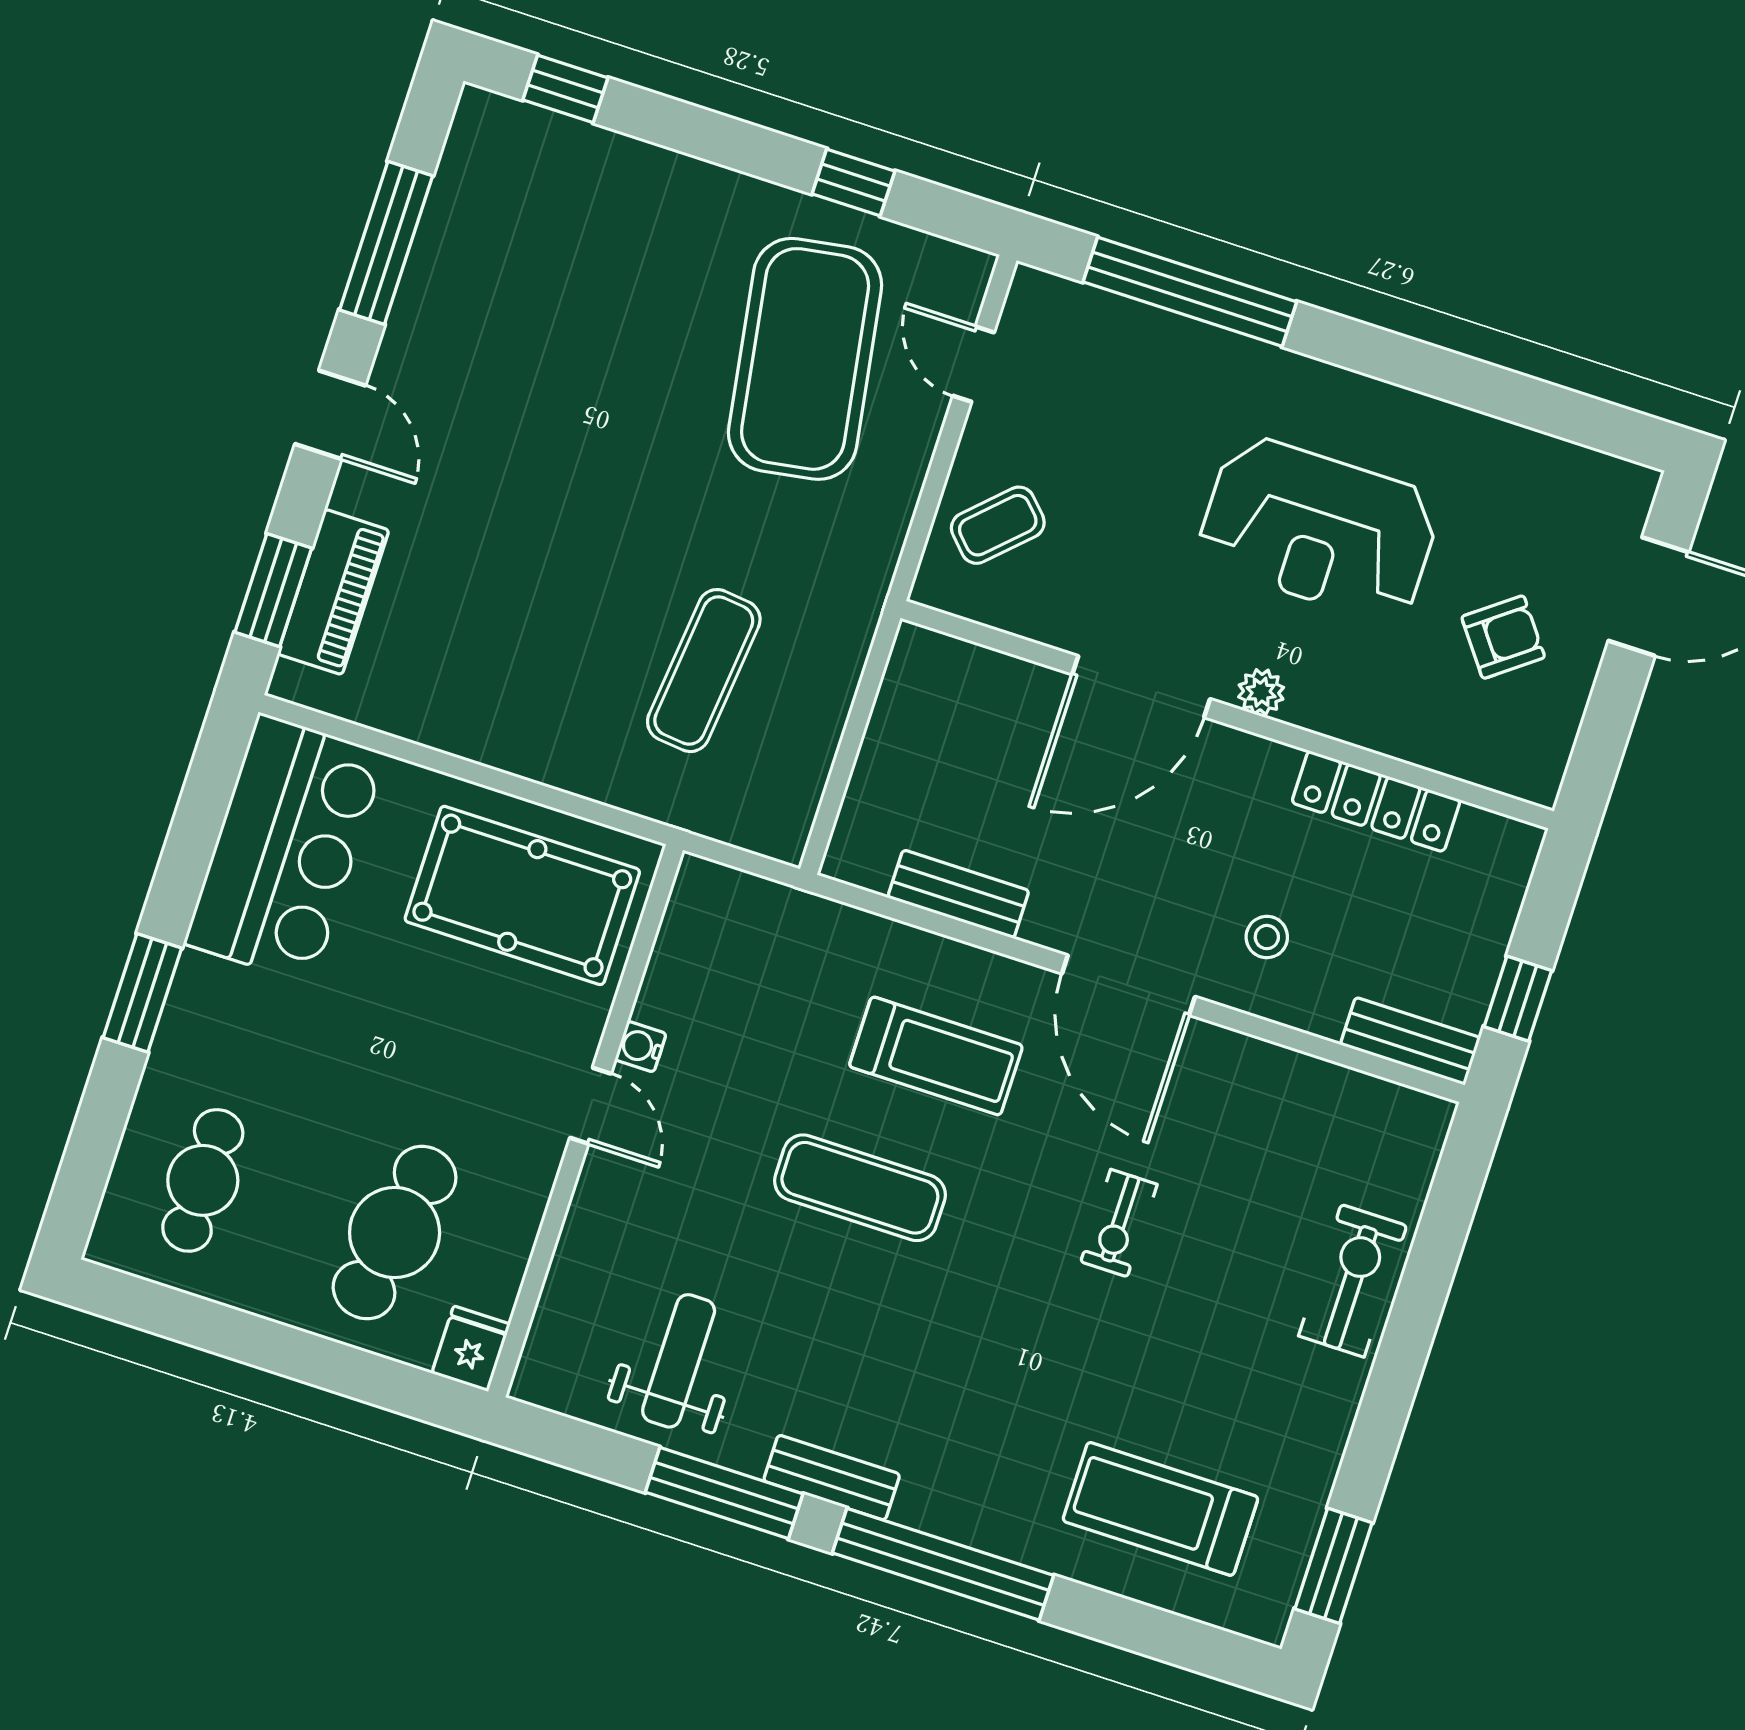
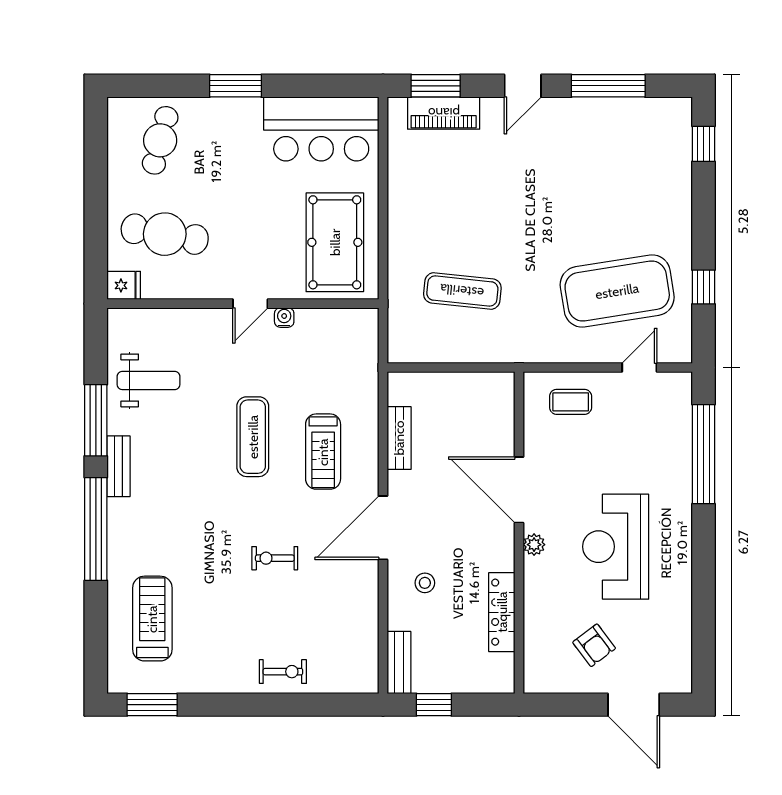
coffee table: (998, 525) -> (571, 402), turned -46
cafe table: (203, 1180) -> (160, 140), turned -75
exercise bike: (1353, 1281) -> (283, 672), width x0.73, depth x0.72

